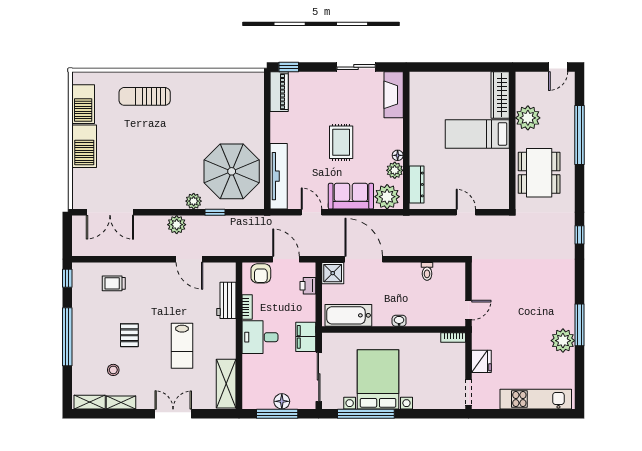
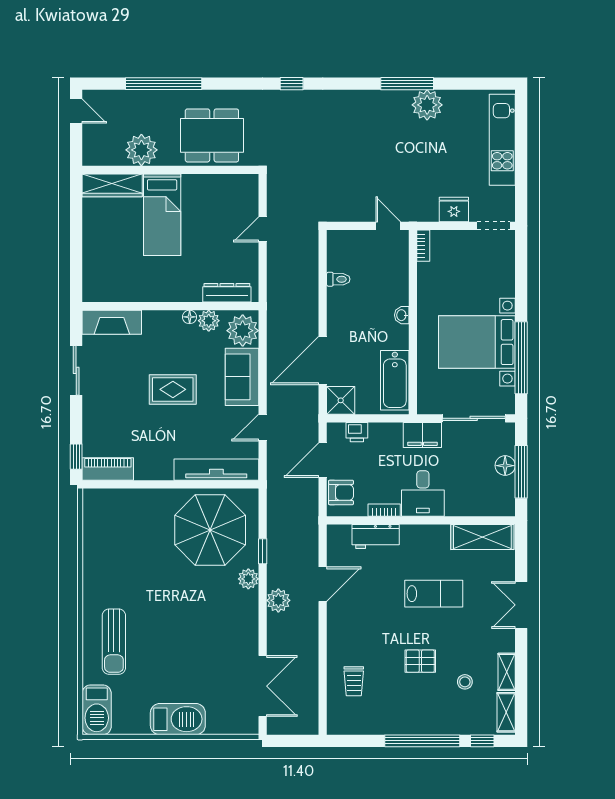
barbecue: (83, 104) -> (97, 710), moved, turned 90
window: (67, 278) -> (482, 741), moved

